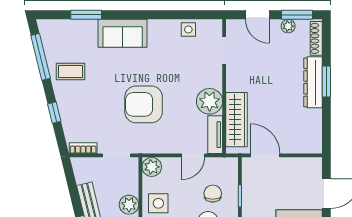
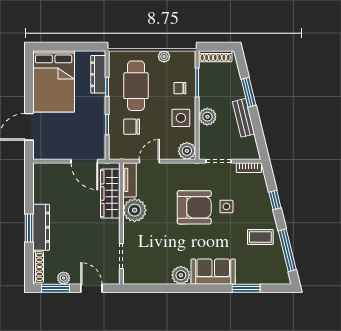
plant: (158, 29) -> (181, 275), added
side table: (188, 29) -> (226, 206), moved
chair: (213, 194) -> (132, 127), turned 90

